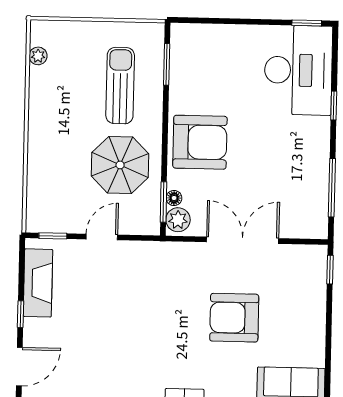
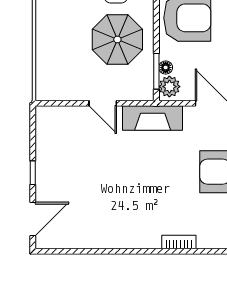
window: (53, 236) -> (60, 103), removed
door: (102, 237) -> (103, 103), swing flipped
fireplace: (38, 283) -> (153, 118), moved, turned 90

